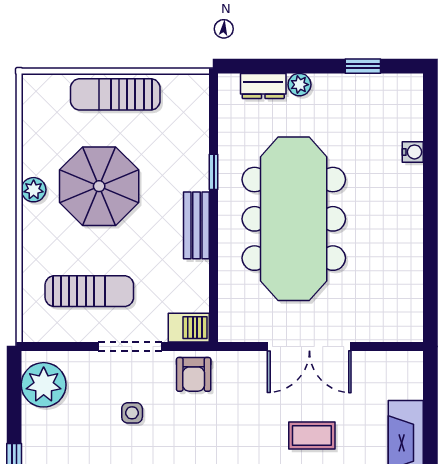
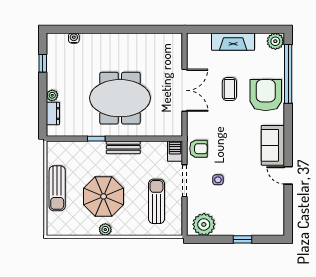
water cooler: (413, 152) -> (74, 38), moved
meeting table: (294, 219) -> (120, 98), width x0.73

